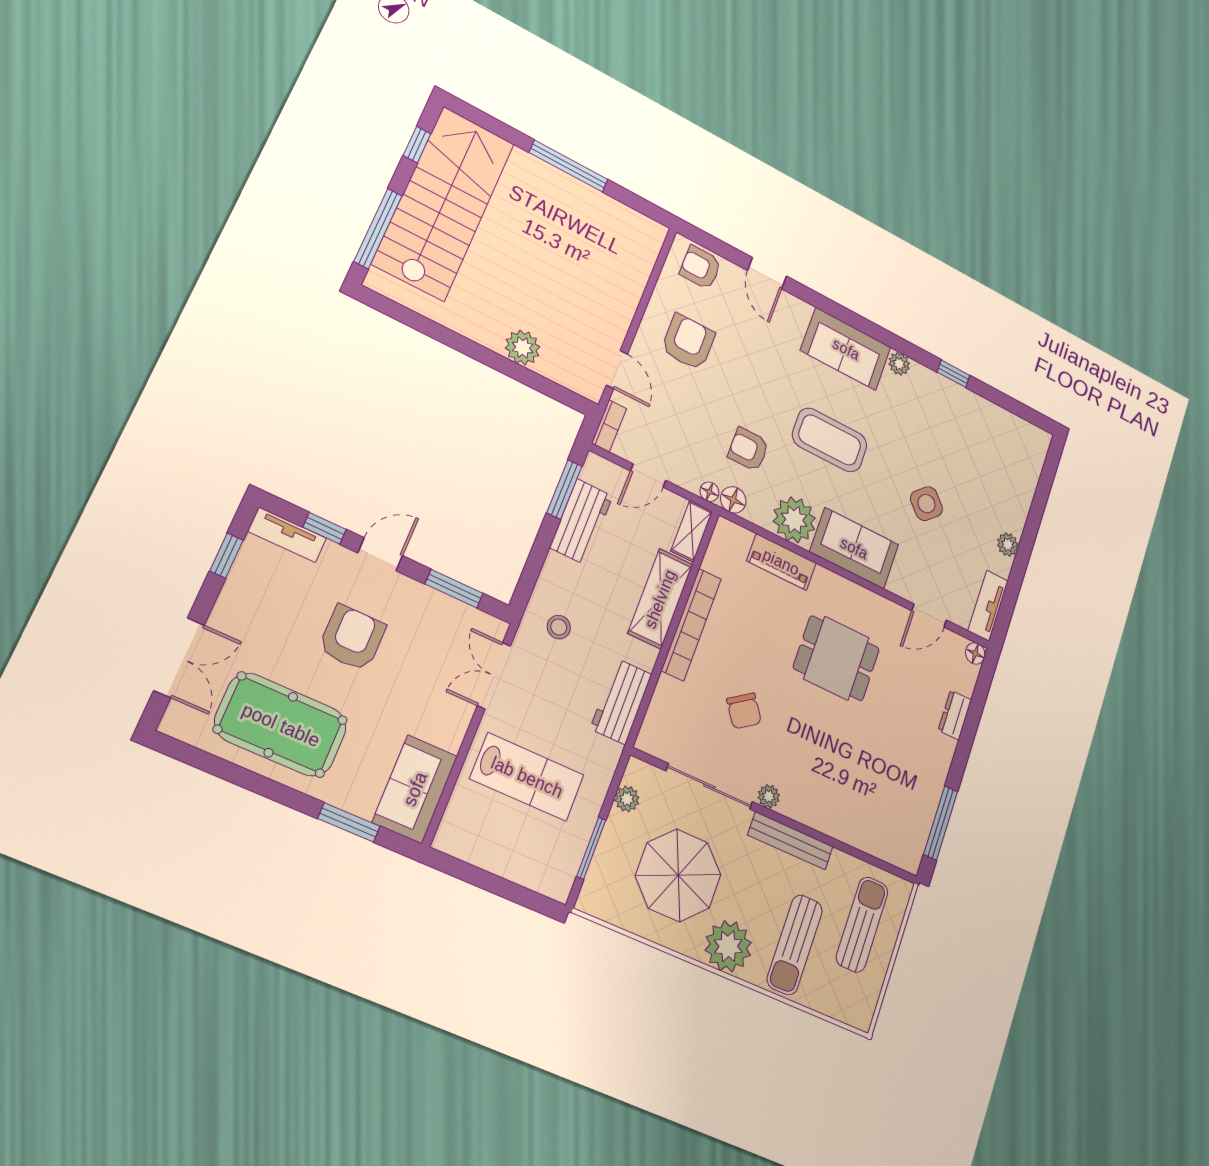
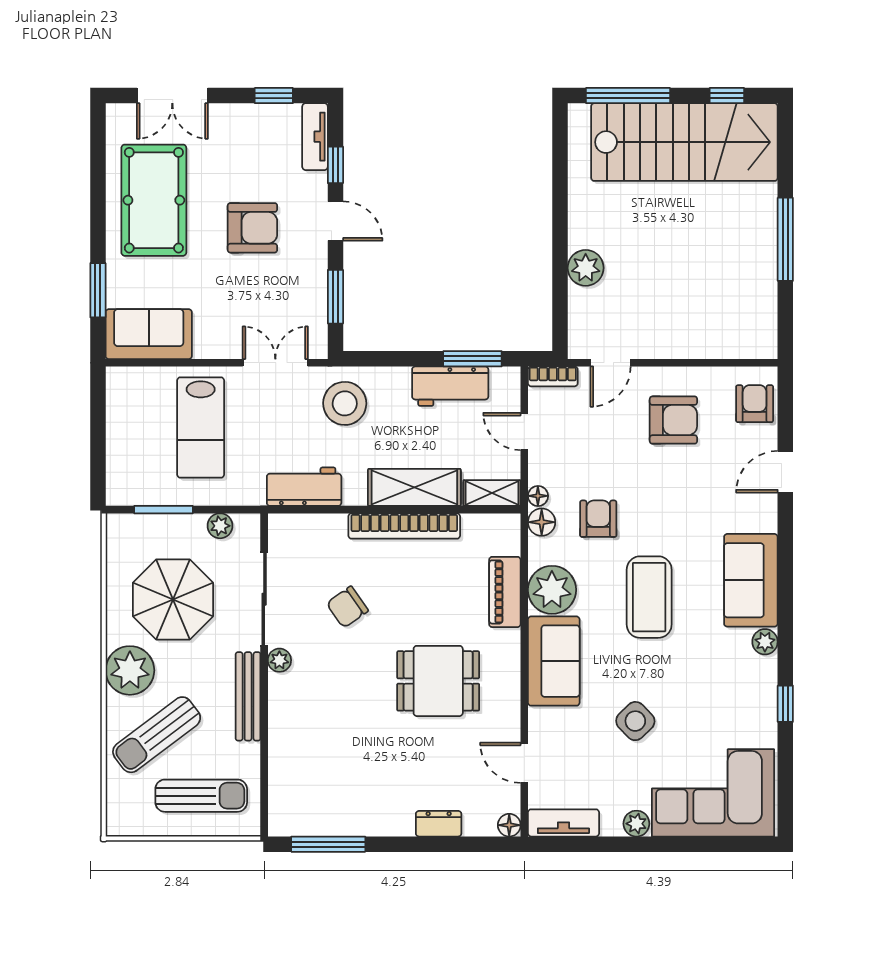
corner sofa: (1004, 469) -> (713, 793), added
stool: (559, 627) -> (345, 403), width x1.89, depth x1.89
dining table: (836, 658) -> (438, 681), turned 90
sun lounger: (795, 945) -> (157, 735), turned -37

